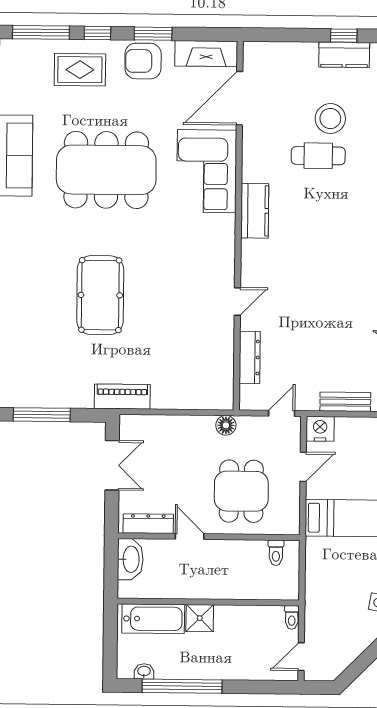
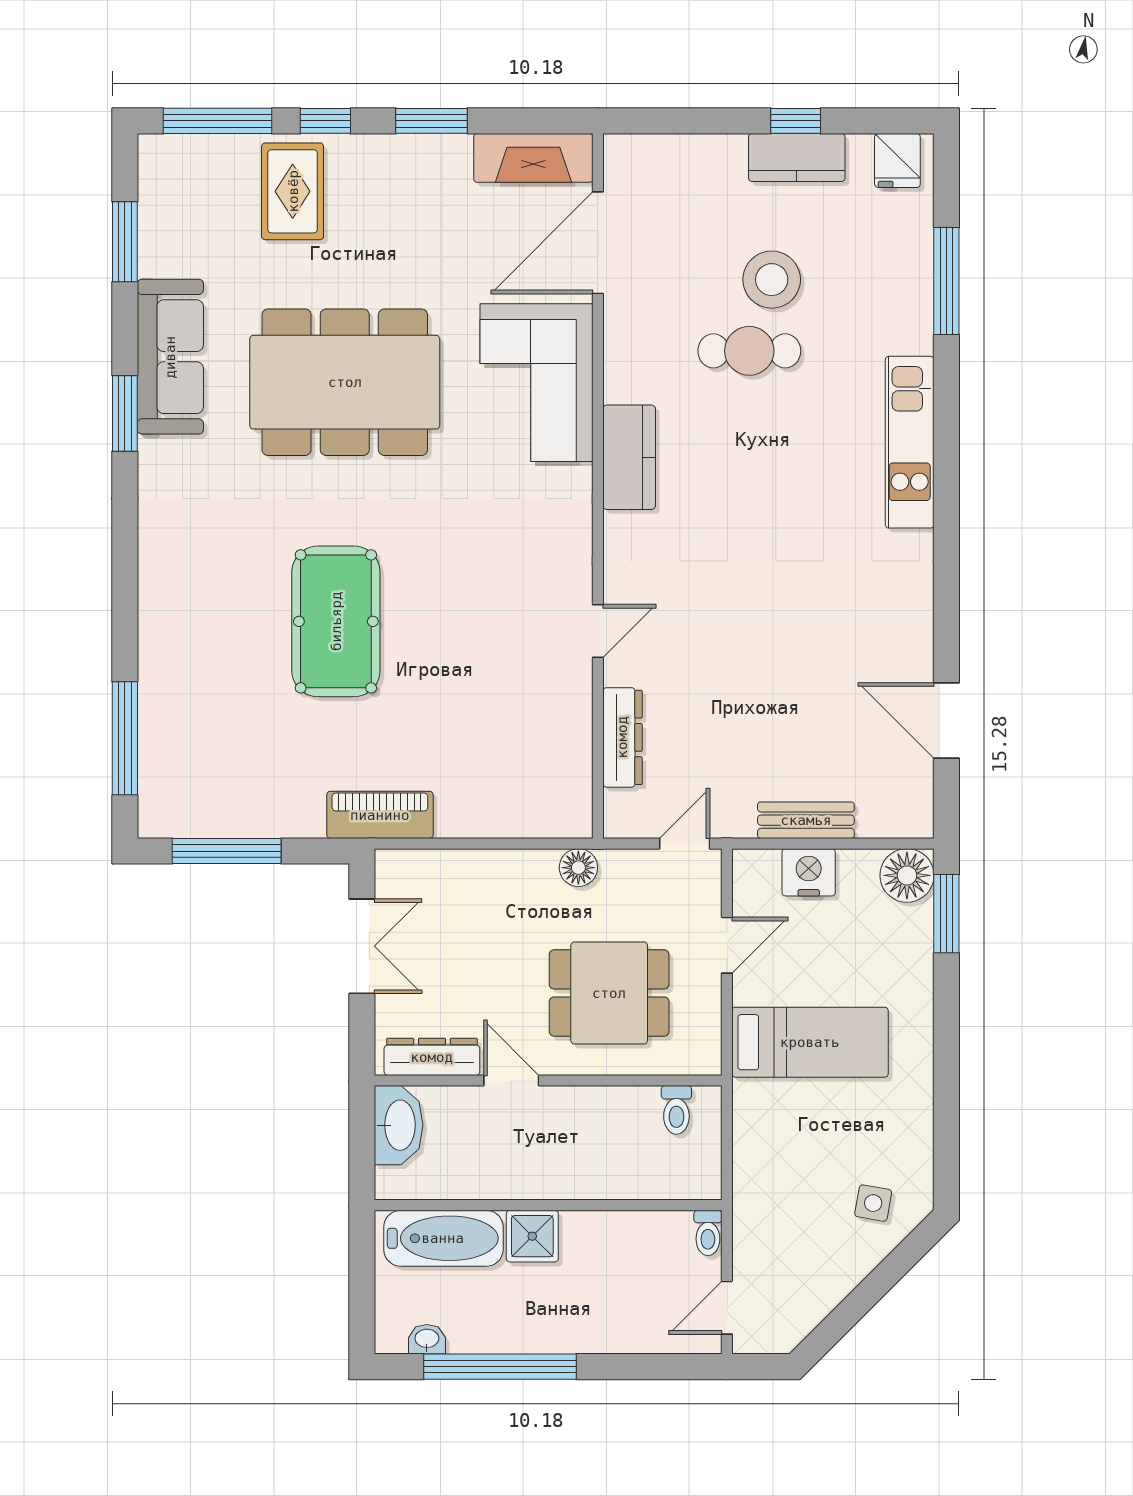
armchair: (143, 61) -> (413, 174), removed
rug: (80, 70) -> (293, 191), turned 90
nightstand: (320, 429) -> (809, 872), moved
dining table: (241, 491) -> (609, 993), turned 90

